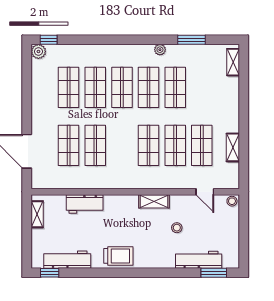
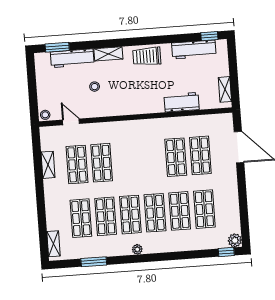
plant: (160, 50) -> (137, 249), moved
shop shelf: (149, 145) -> (81, 218), moved
shelving: (154, 201) -> (108, 54), moved

